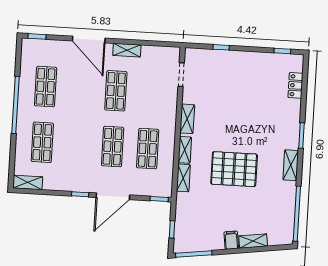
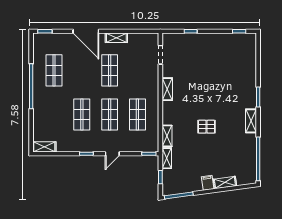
locker: (296, 85) -> (251, 58), removed
shop shelf: (42, 142) -> (82, 115), moved
shelving: (185, 150) -> (167, 158), moved
pallet: (234, 169) -> (207, 127), width x0.49, depth x0.50
door: (113, 196) -> (112, 154), width x0.53

